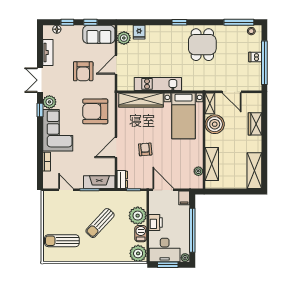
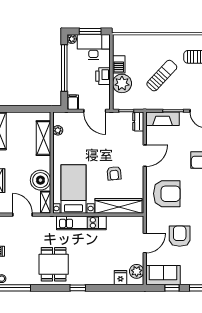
kitchen unit: (158, 84) -> (81, 223), moved
armchair: (145, 149) -> (114, 173), moved
plant: (138, 253) -> (122, 43), removed

